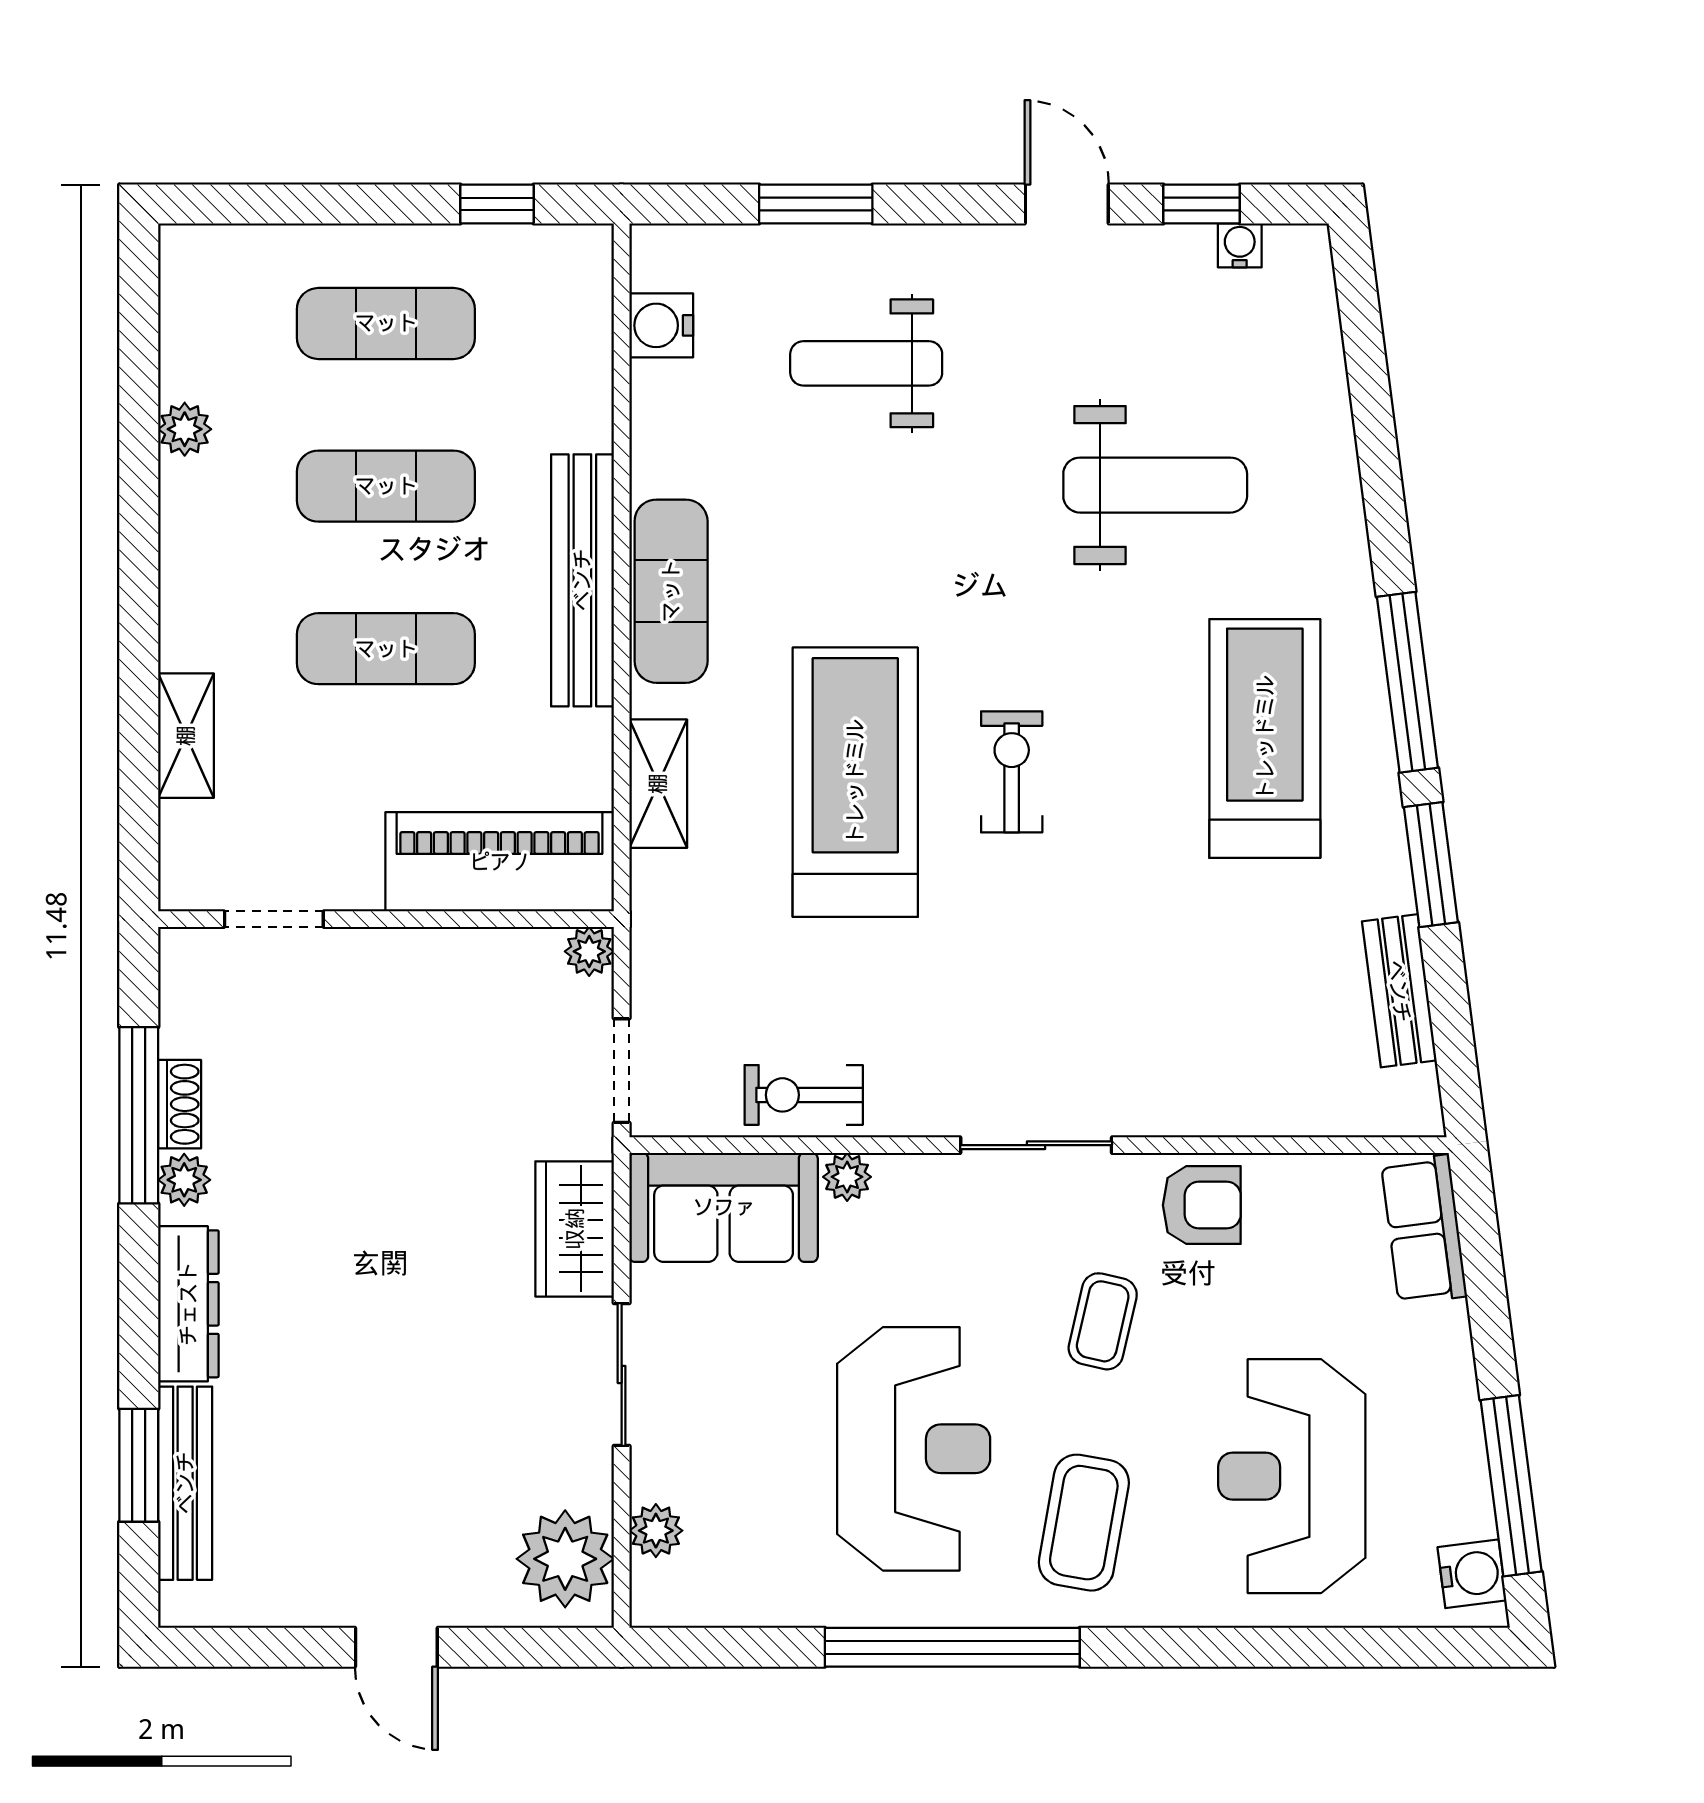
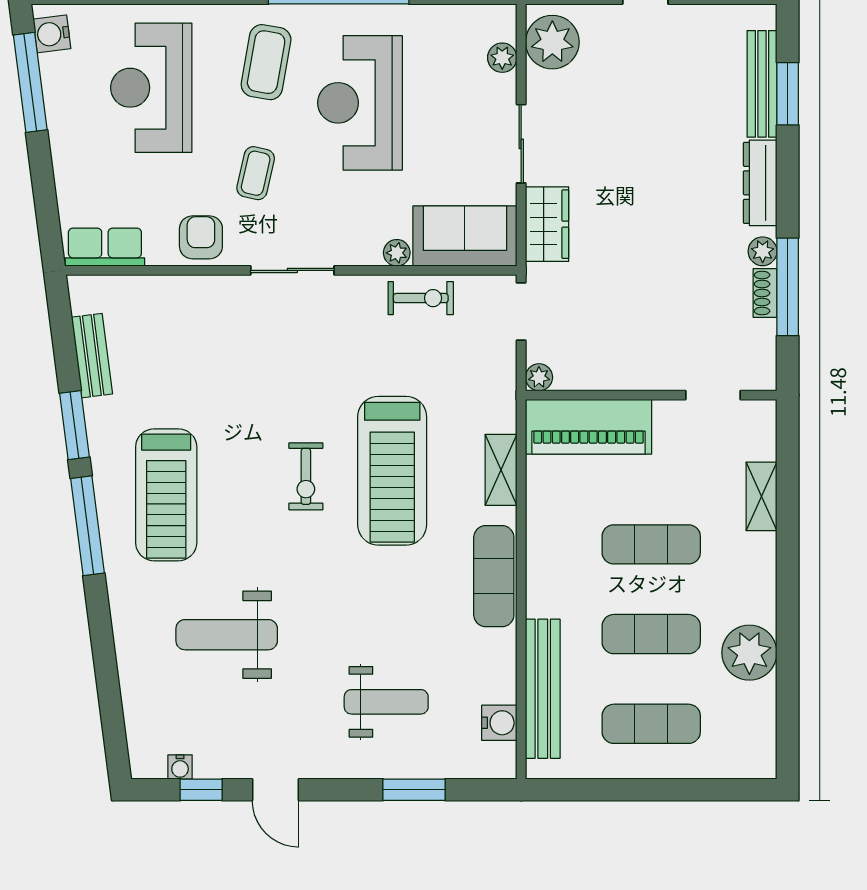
window: (497, 204) -> (590, 790), removed
plant: (185, 429) -> (749, 653), width x1.87, depth x1.87
bench: (582, 580) -> (543, 689), moved
armchair: (1202, 1205) -> (201, 237), turned 90
row of seats: (1424, 1230) -> (105, 247), moved, turned -83
reception desk: (1292, 1476) -> (151, 88), turned 180

